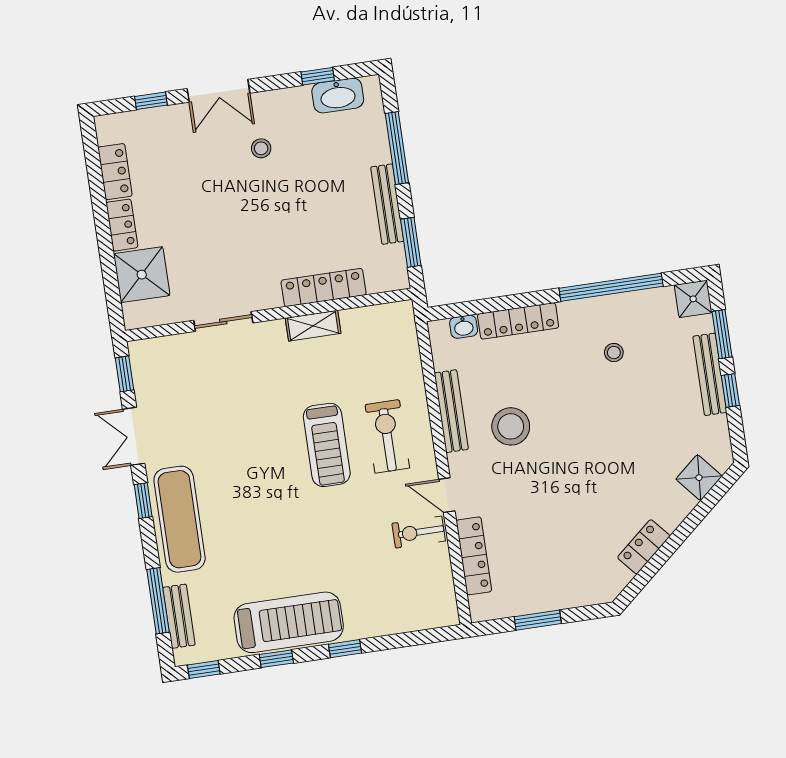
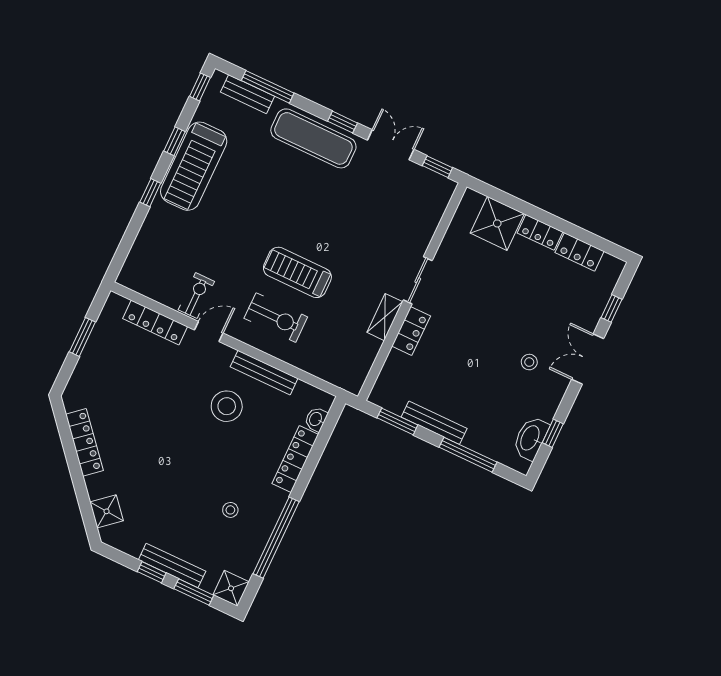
locker: (324, 288) -> (411, 331), width x0.66
sliding door: (223, 322) -> (418, 280), moved
locker: (644, 547) -> (84, 442), width x1.53

